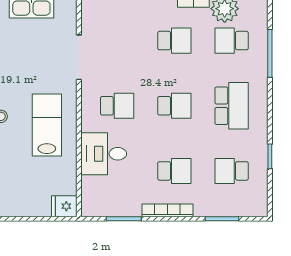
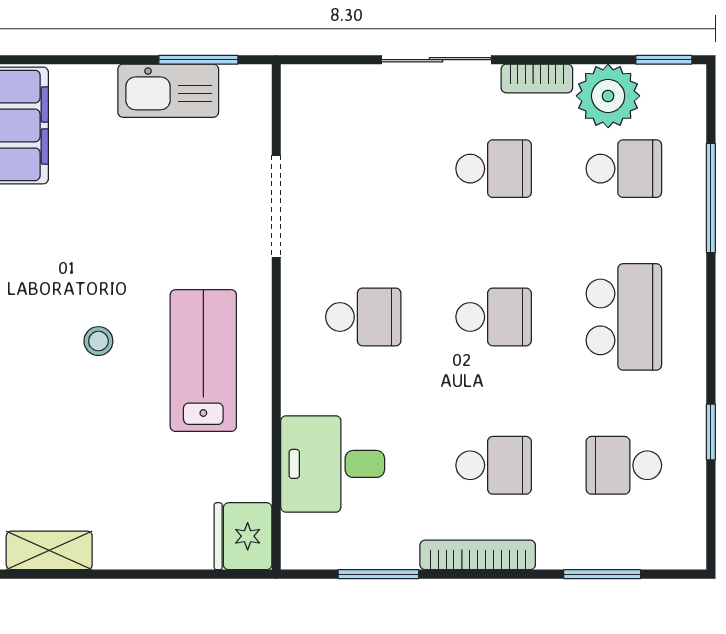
school desk: (232, 41) -> (624, 169), turned 180
desk: (104, 154) -> (333, 464), moved
fridge: (64, 206) -> (243, 536), width x1.38

